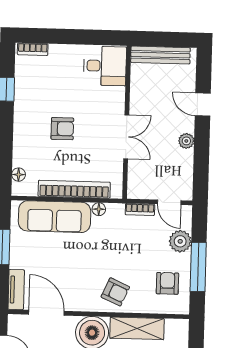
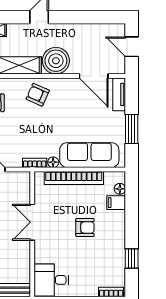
armchair: (62, 129) -> (85, 227), turned 180
filing cabinet: (24, 158) -> (116, 203), added
bookcase: (140, 210) -> (35, 163), moved

